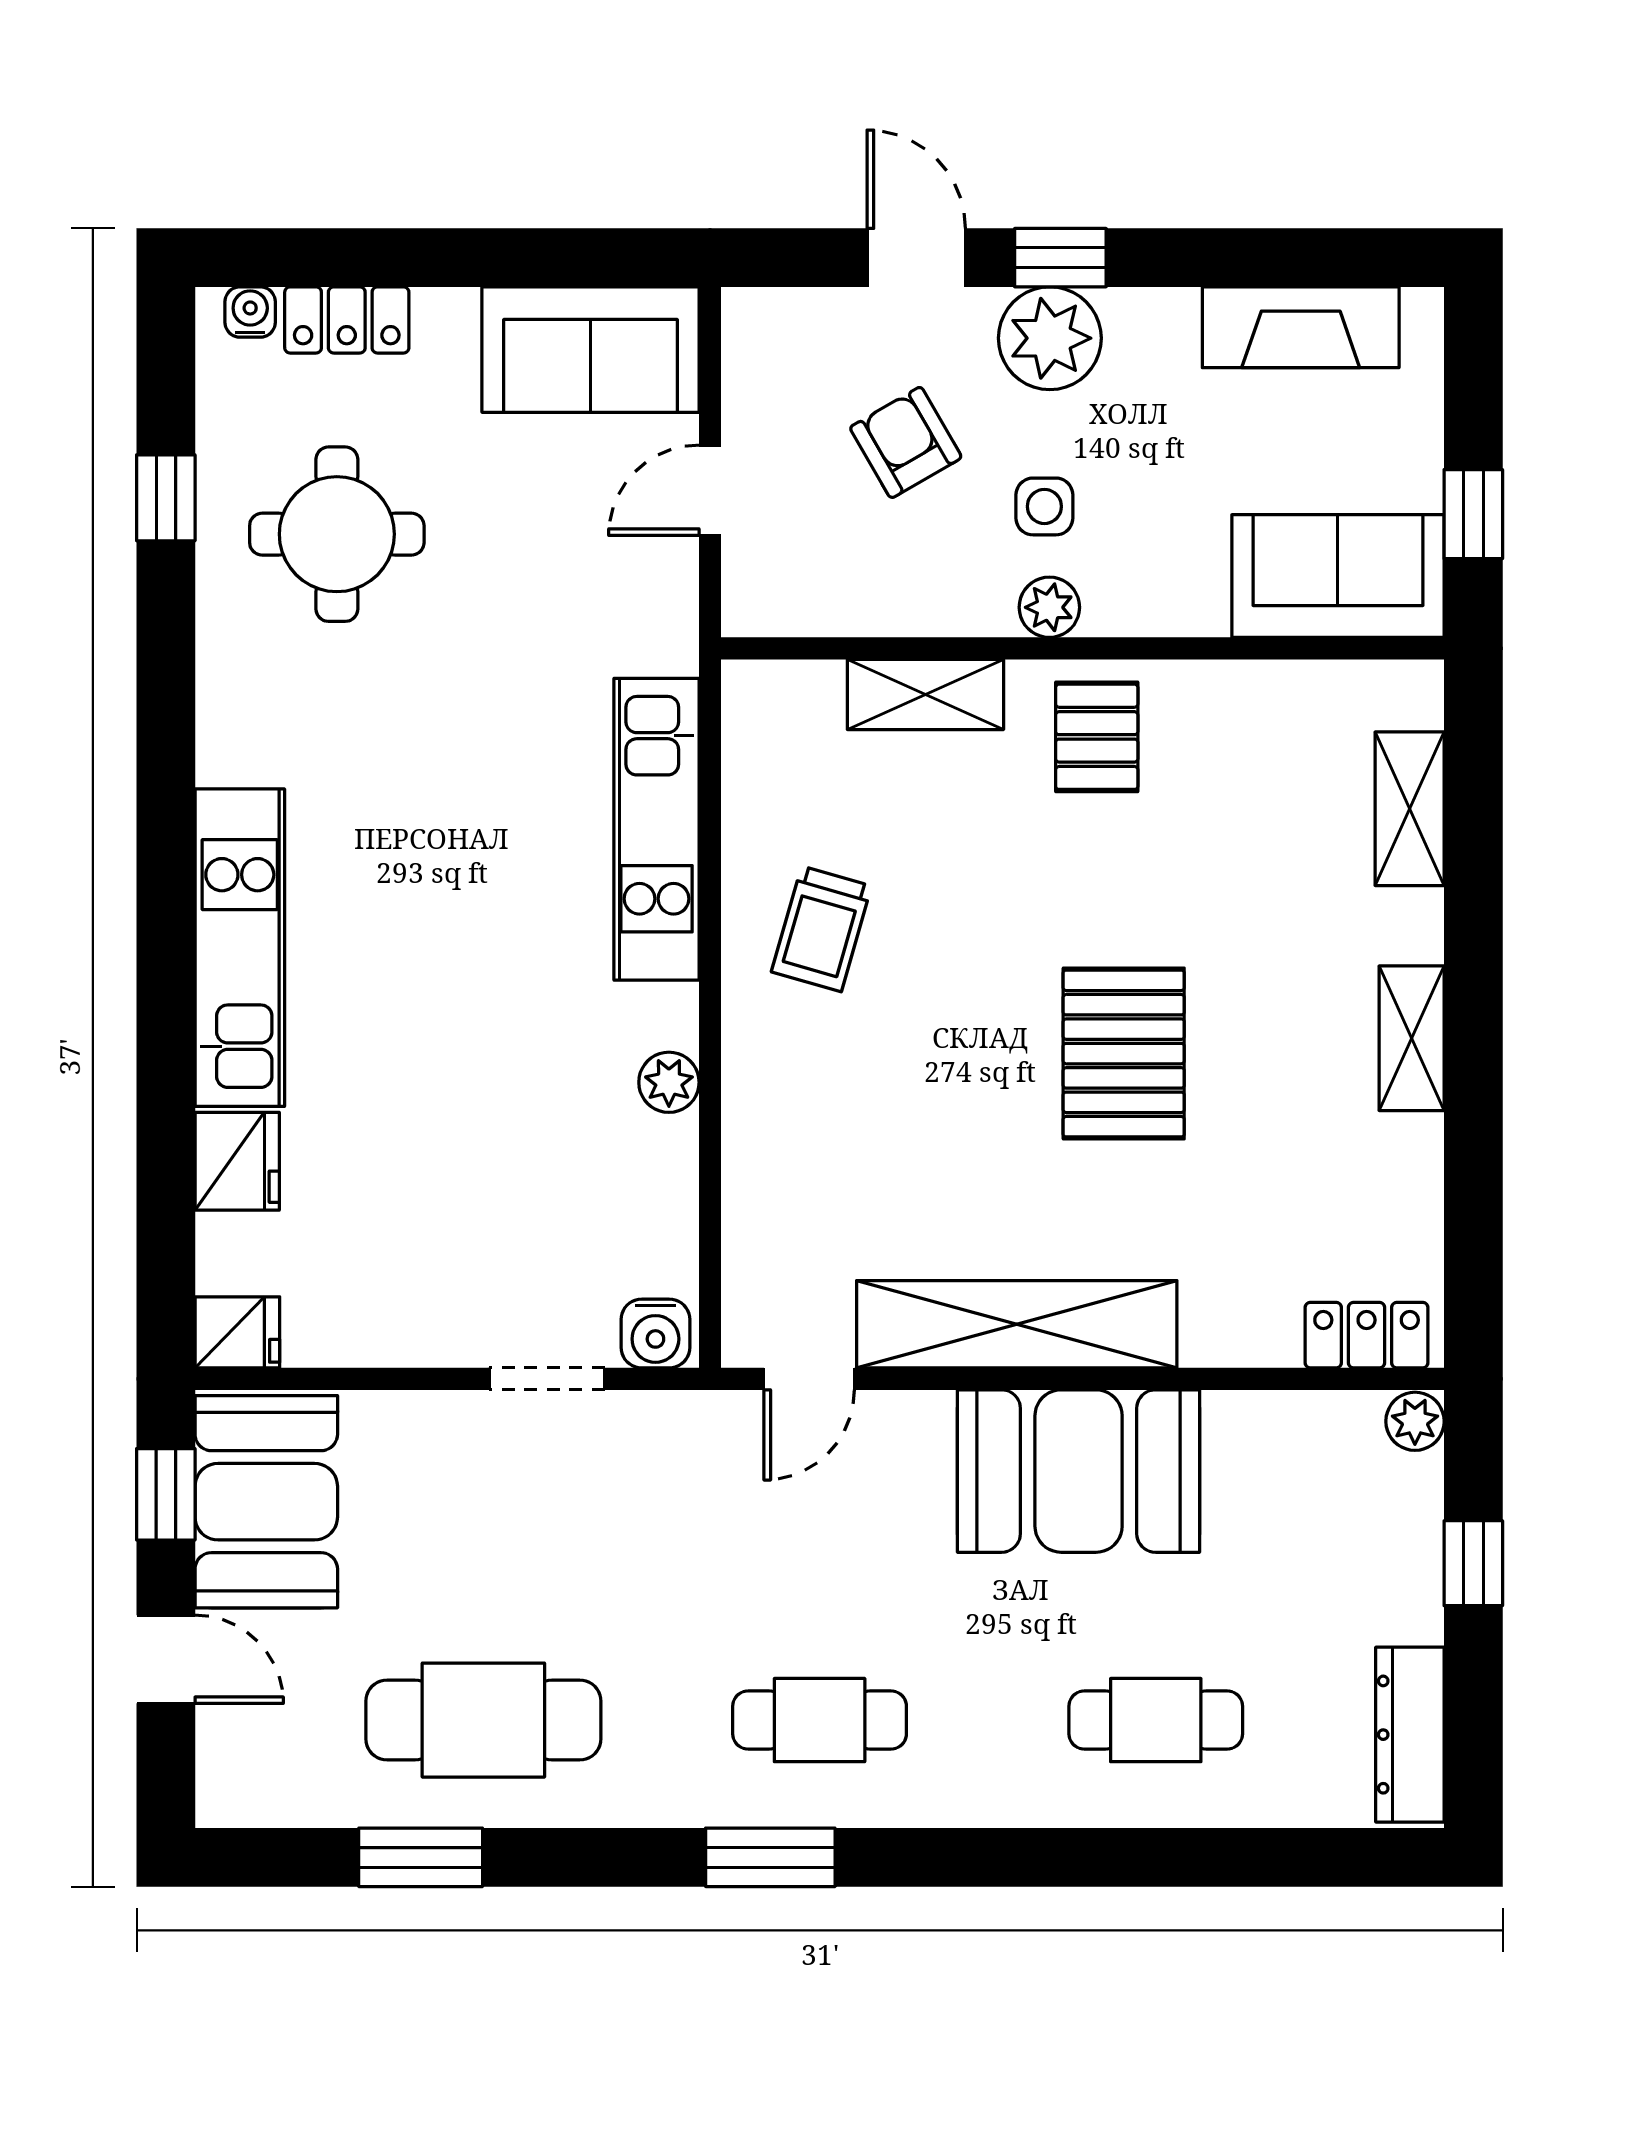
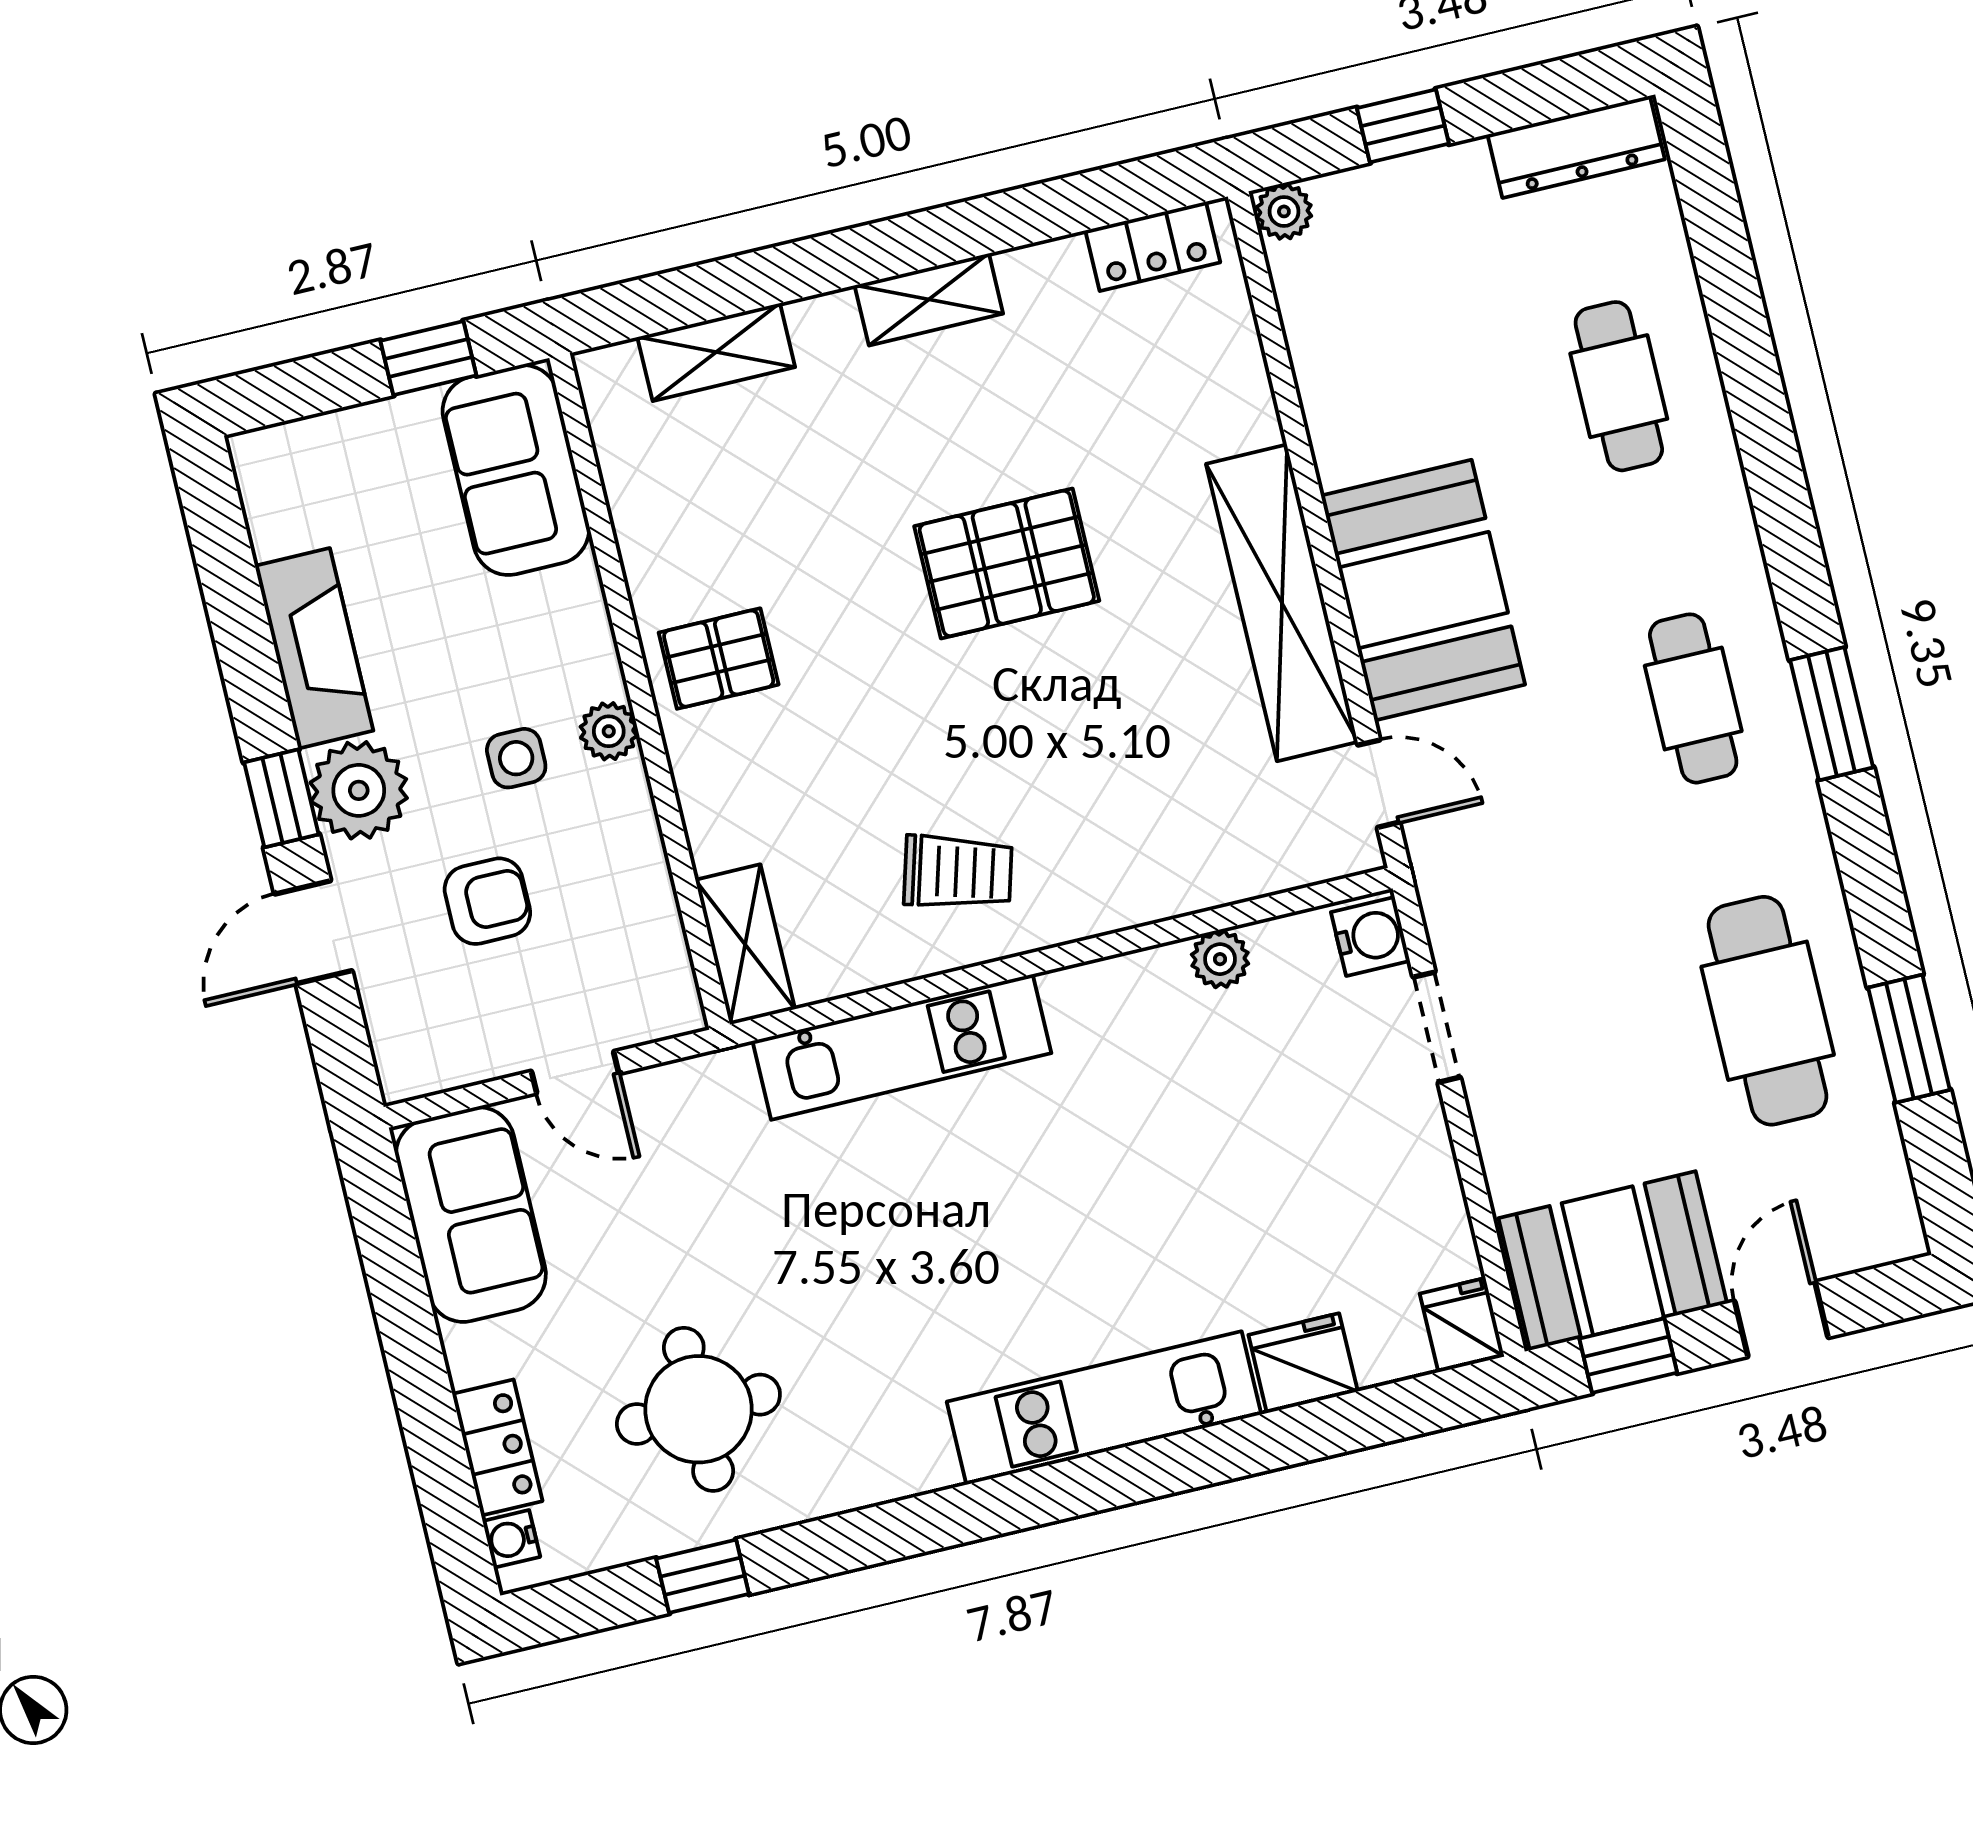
fireplace: (1301, 327) -> (314, 648), moved
armchair: (906, 442) -> (487, 901), turned -150
shelving: (925, 694) -> (745, 944), moved
plant: (669, 1082) -> (1220, 959), moved
locker: (1367, 1335) -> (1153, 246), moved, turned -90
booth: (1079, 1471) -> (1423, 590), moved

